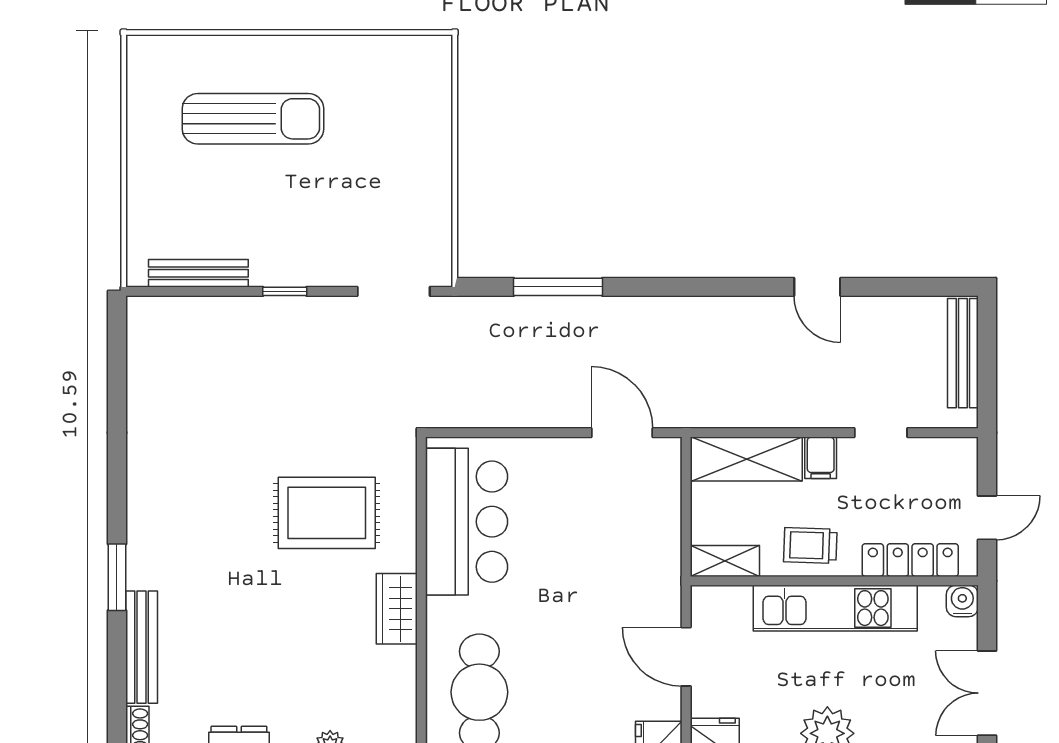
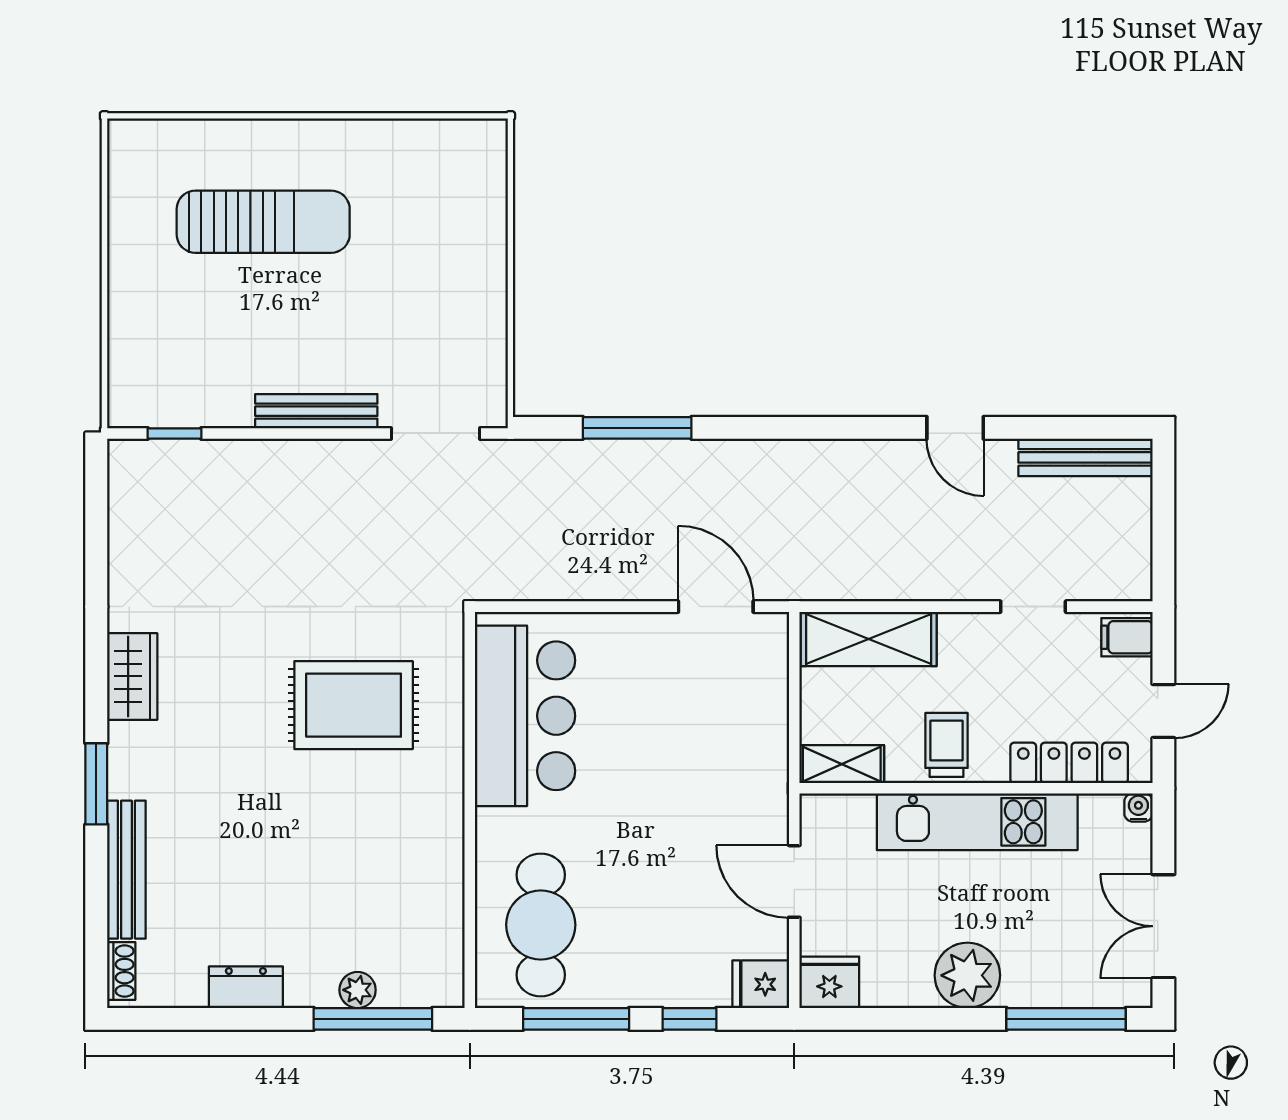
bench: (198, 273) -> (316, 411), moved
window: (285, 291) -> (174, 433), moved
bench: (963, 353) -> (1085, 457), moved, turned 90
filing cabinet: (821, 458) -> (1127, 637), moved, turned 90
trolley: (810, 545) -> (947, 745), turned 88
water cooler: (962, 601) -> (1138, 808), width x0.72, depth x0.72
wardrobe: (397, 609) -> (132, 676), moved, turned 180

